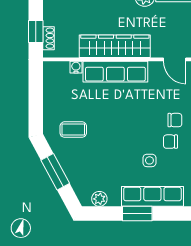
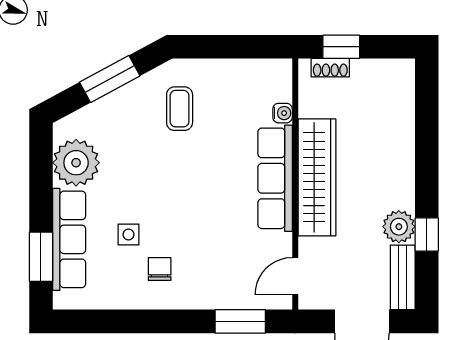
chair: (175, 120) -> (195, 276), removed
plant: (99, 199) -> (76, 163), width x1.88, depth x1.88
window: (137, 213) -> (41, 257), moved

